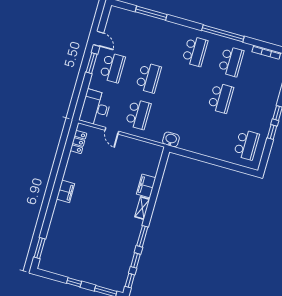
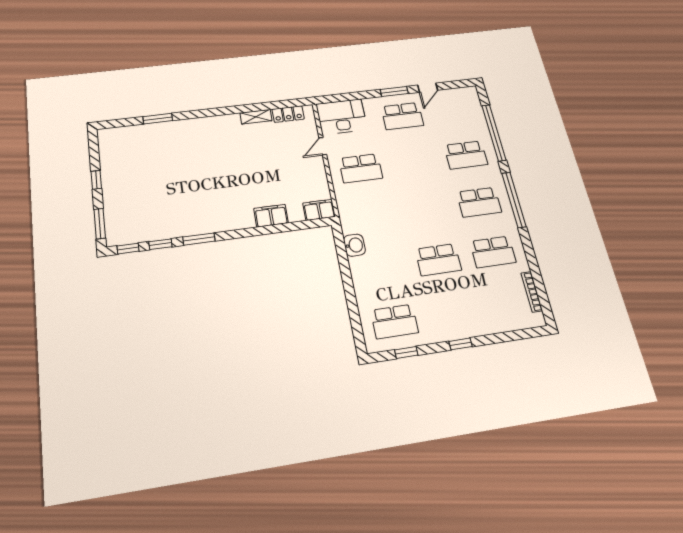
window: (151, 13) -> (494, 133), width x1.46
window: (223, 33) -> (514, 200), moved
school desk: (149, 78) -> (466, 155), moved
window: (272, 132) -> (406, 353), moved
washbasin: (171, 139) -> (354, 245), moved
filing cabinet: (66, 191) -> (319, 210), moved, turned 180
shelving: (142, 208) -> (256, 117), moved
window: (40, 248) -> (158, 119), moved

